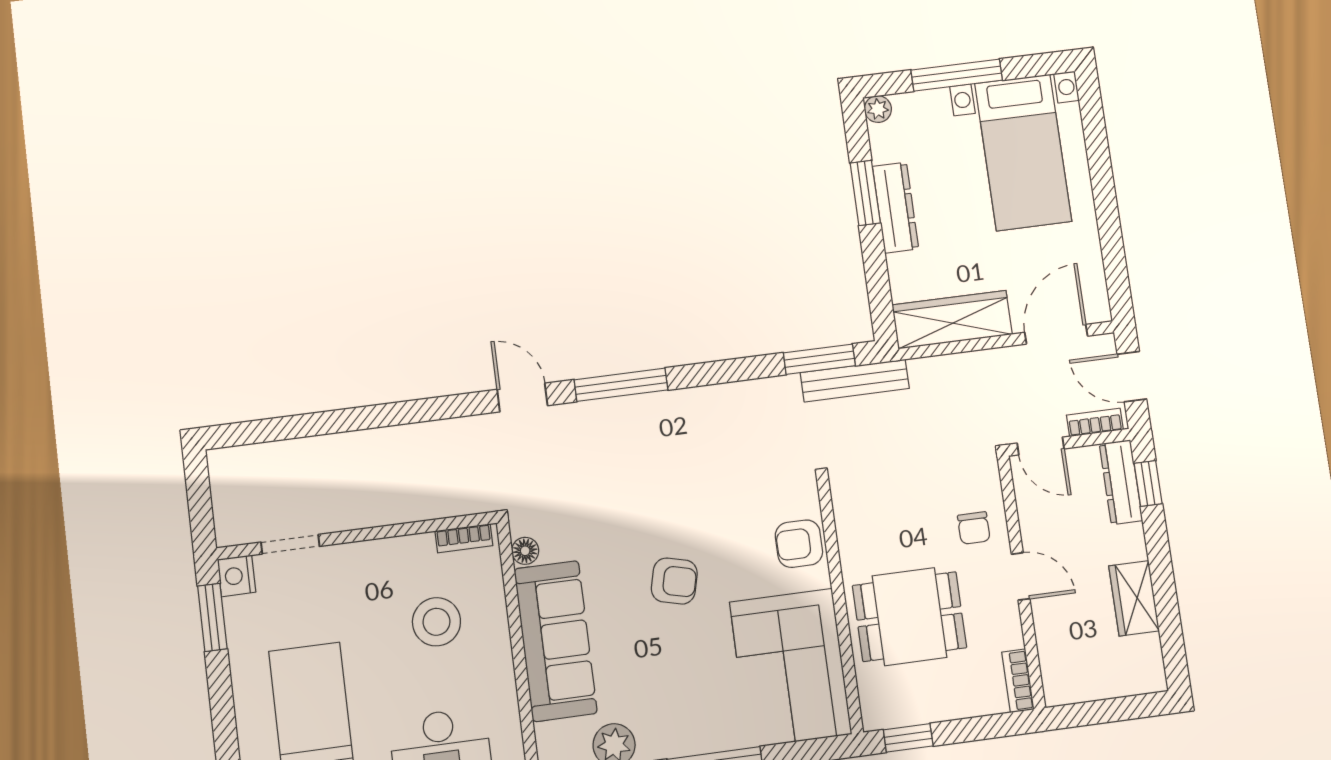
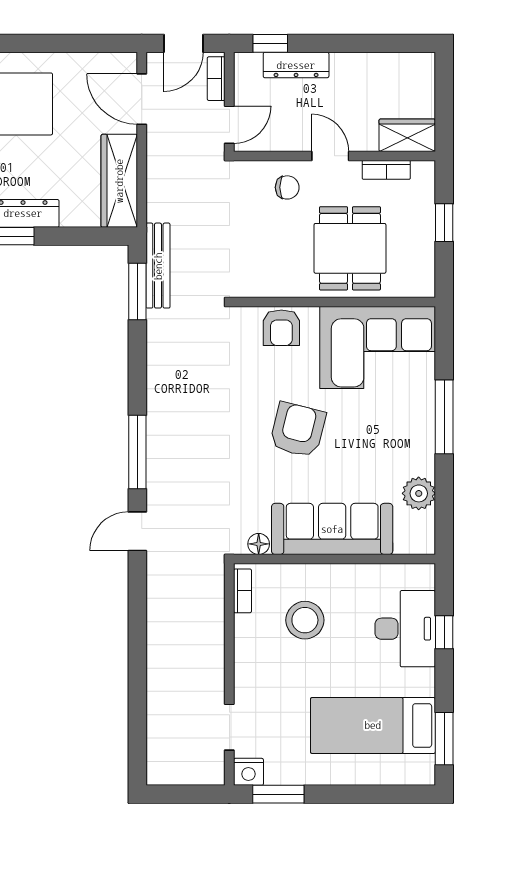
dresser: (1121, 482) -> (296, 65), moved
door: (1021, 576) -> (330, 156), hinge flipped
armchair: (674, 581) -> (298, 430), width x1.38, depth x1.38
wardrobe: (1134, 598) -> (407, 135), moved, turned 180
bookcase: (1018, 681) -> (386, 170), moved
window: (908, 738) -> (444, 223), moved

